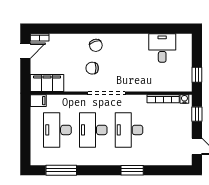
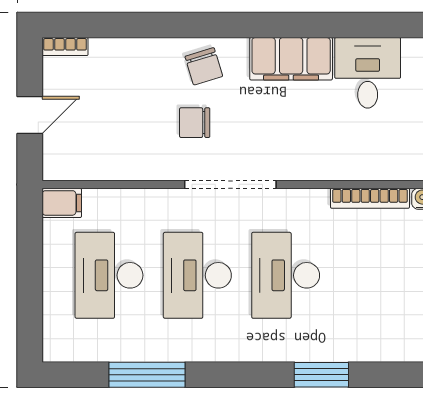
door: (25, 51) -> (30, 115), moved
filing cabinet: (47, 83) -> (291, 59), moved, turned 180
window: (61, 170) -> (147, 375), moved
window: (132, 170) -> (321, 375), moved

